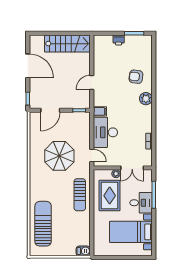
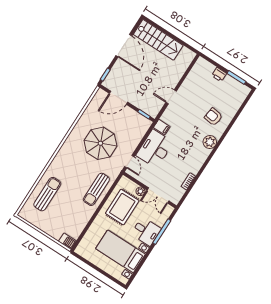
stairs: (67, 44) -> (158, 40), moved
sun lounger: (43, 224) -> (47, 194), width x0.73, depth x0.75

